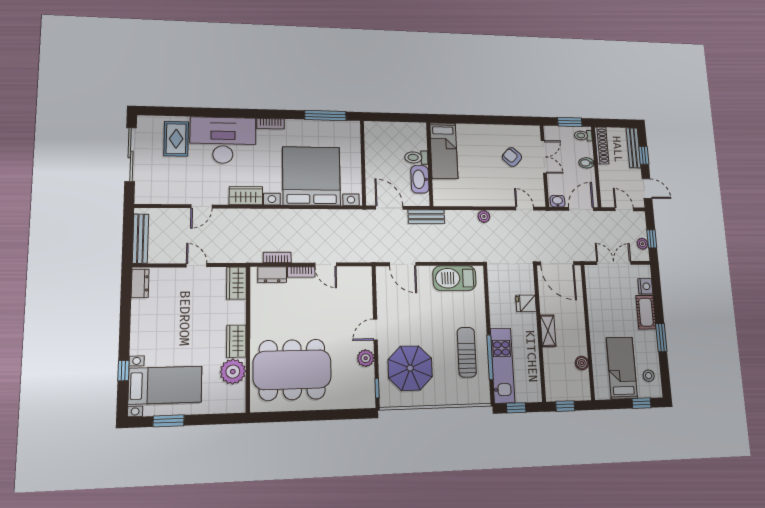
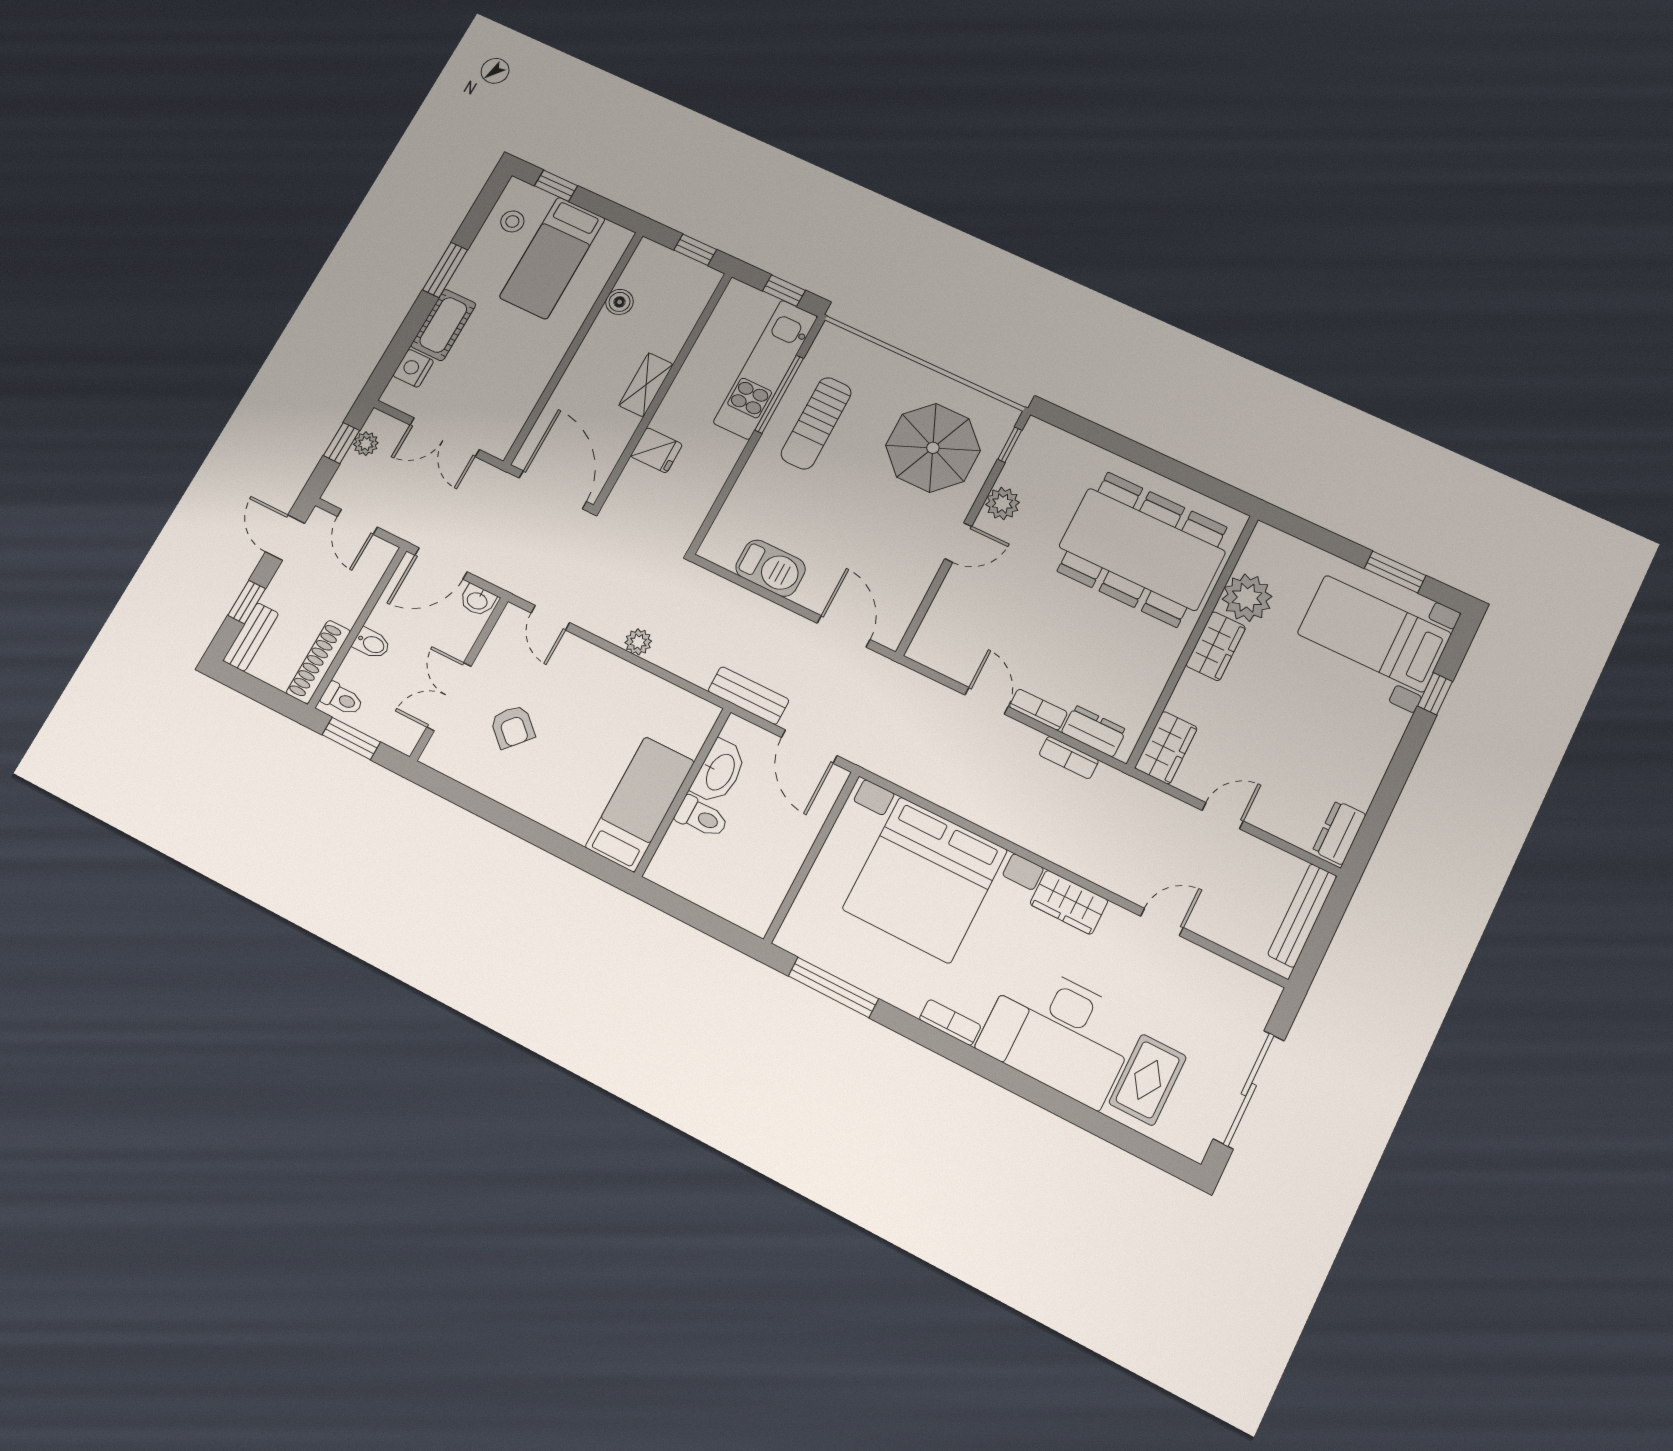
bench: (633, 148) -> (251, 637), width x0.73
door: (197, 265) -> (1223, 816), swing flipped
barbecue: (454, 278) -> (770, 568), width x0.73, depth x0.83

